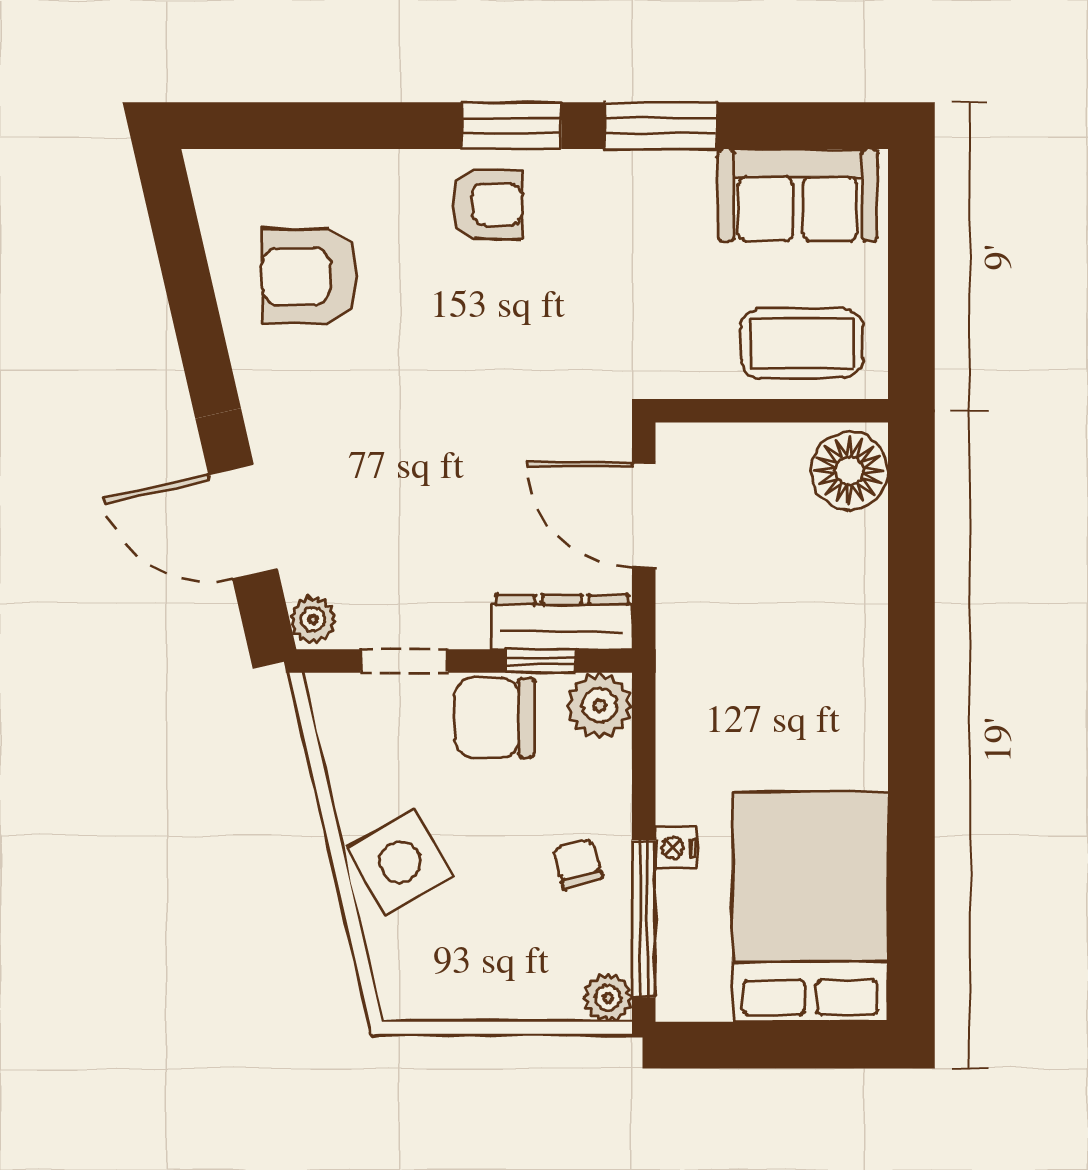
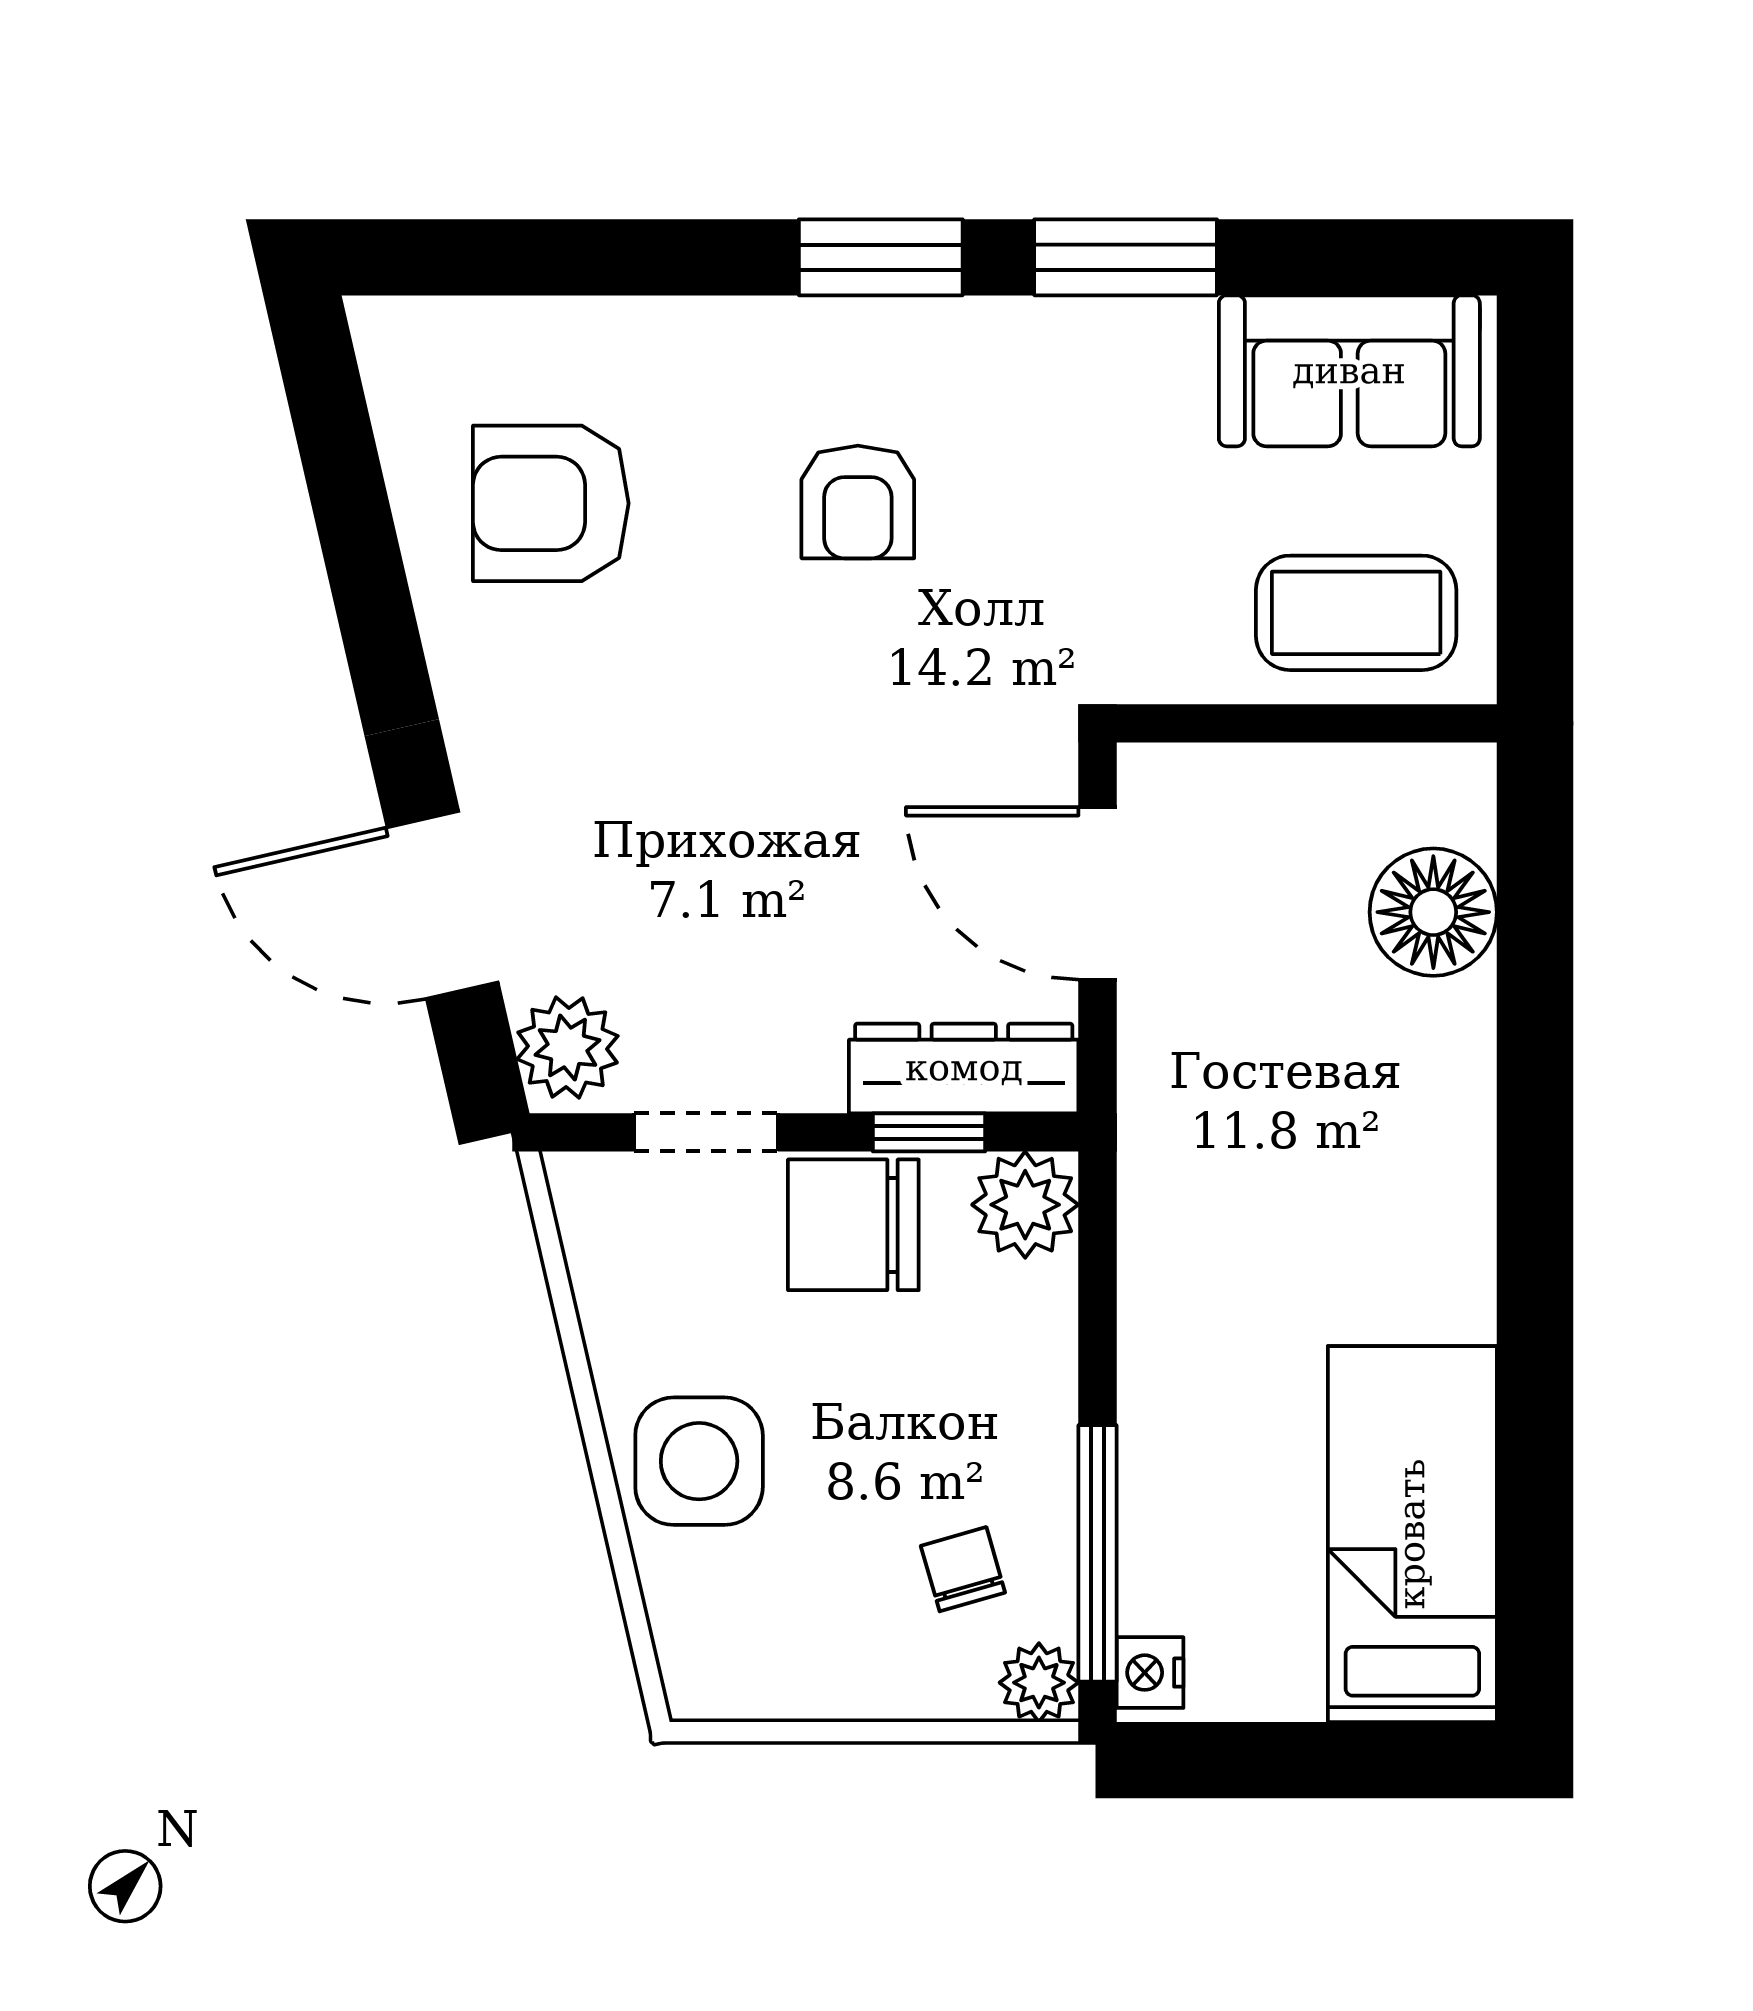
armchair: (488, 204) -> (858, 502), moved, turned 90
floor lamp: (849, 471) -> (1433, 912), moved
plant: (313, 620) -> (568, 1048), width x1.38, depth x1.38
nightstand: (676, 848) -> (1150, 1673), moved
side table: (400, 862) -> (699, 1461), turned 30
chair: (578, 864) -> (963, 1569), moved
bed: (811, 907) -> (1412, 1534), width x0.67

